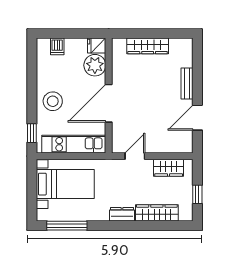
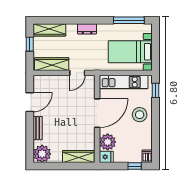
window: (59, 33) -> (135, 166), added
dishwasher: (57, 46) -> (147, 156), moved
wardrobe: (148, 46) -> (78, 157), moved
plant: (181, 50) -> (42, 154), added
wardrobe: (169, 168) -> (52, 64), width x1.50
wardrobe: (157, 213) -> (49, 30), moved

